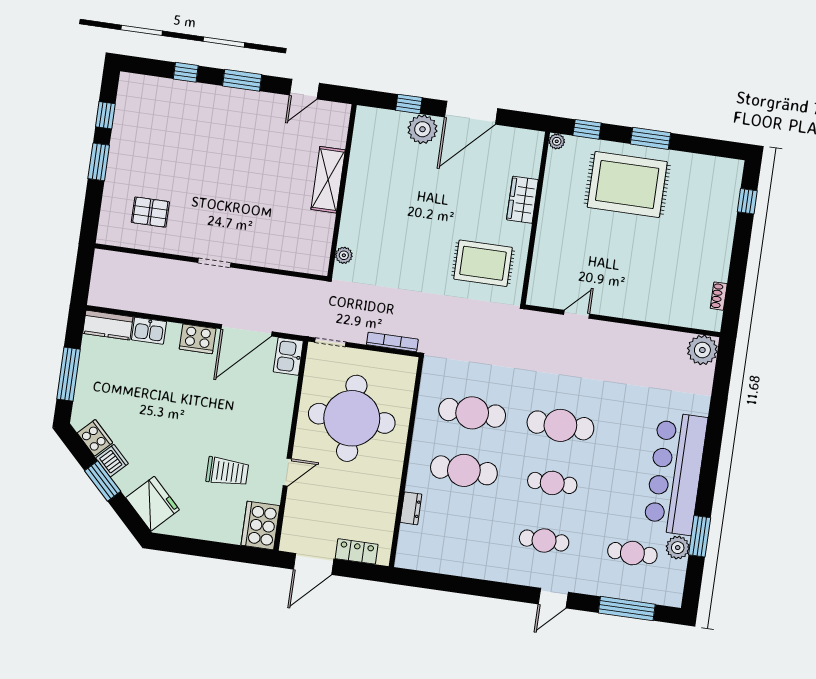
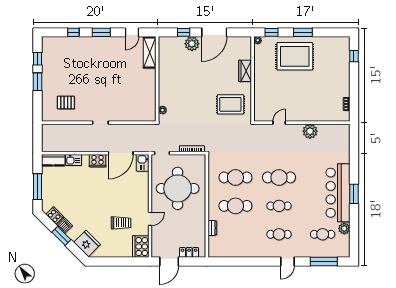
shelving: (328, 180) -> (150, 53), moved
plant: (702, 350) -> (310, 131), moved
window: (700, 536) -> (354, 194), moved

